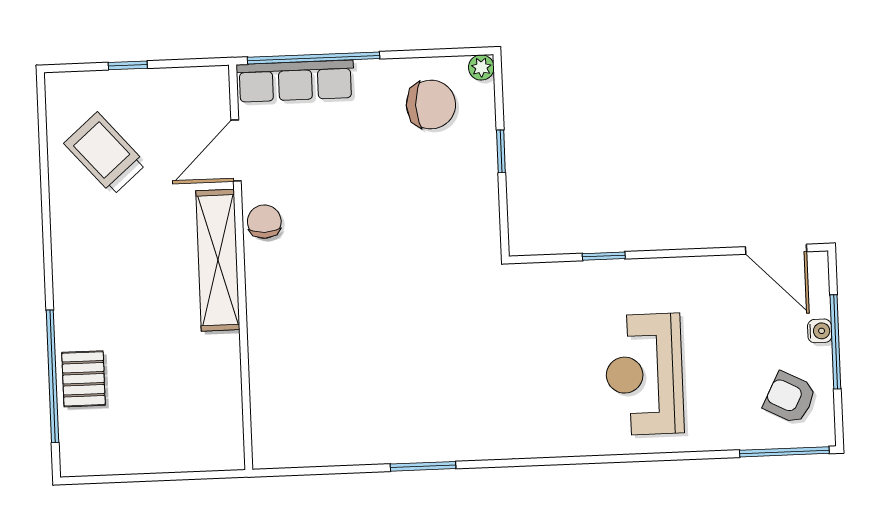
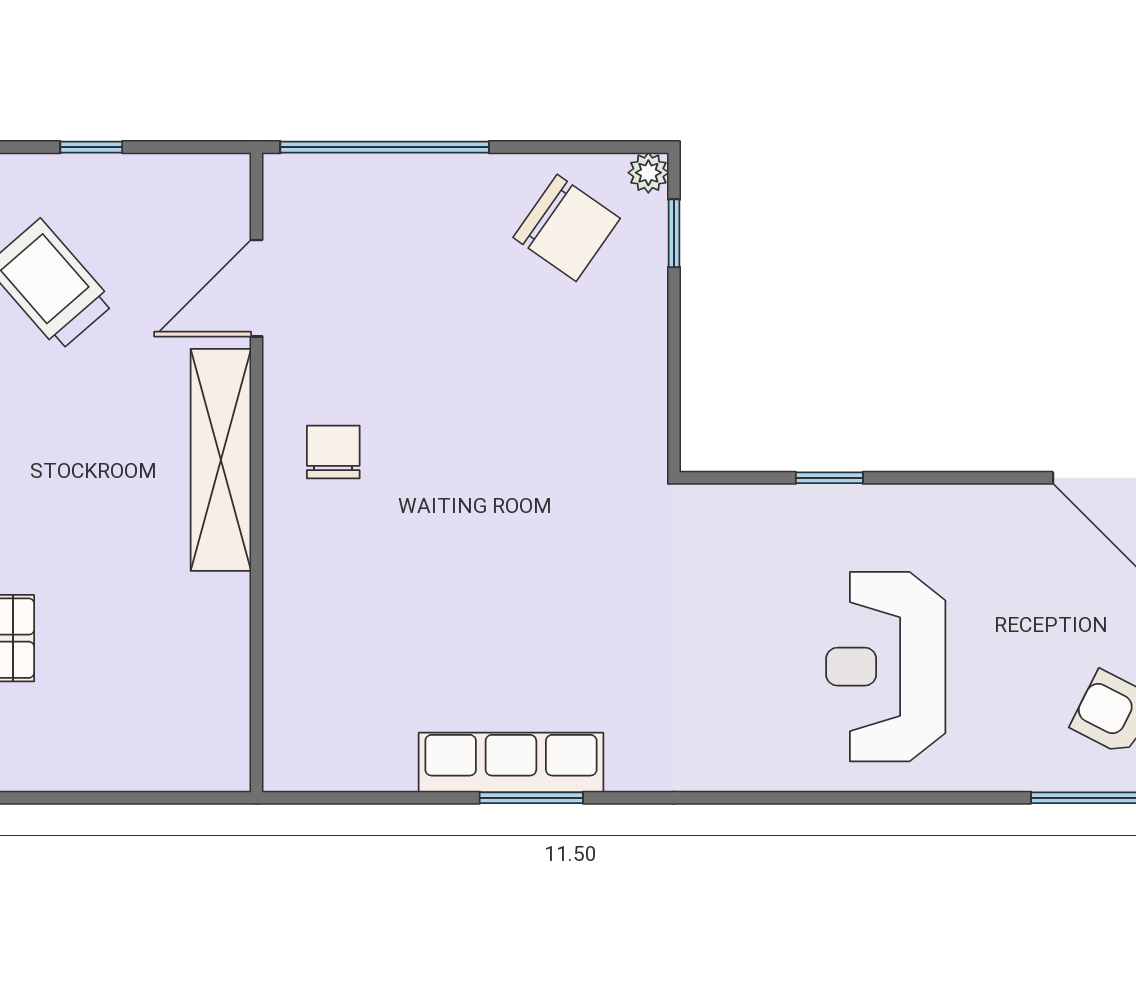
row of seats: (295, 81) -> (511, 762), moved, turned 180
chair: (431, 105) -> (567, 228), turned 35
window: (501, 151) -> (674, 233), moved
chair: (264, 222) -> (333, 452), moved

